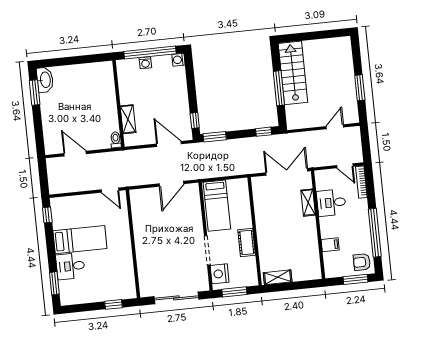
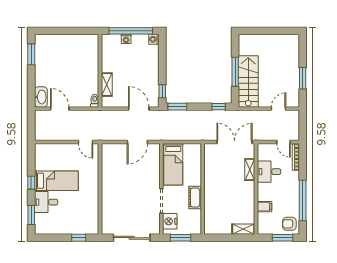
stairs: (293, 73) -> (248, 81), moved
washbasin: (45, 80) -> (41, 97), moved
window: (47, 215) -> (31, 183), moved
shelving: (278, 277) -> (243, 229), moved

